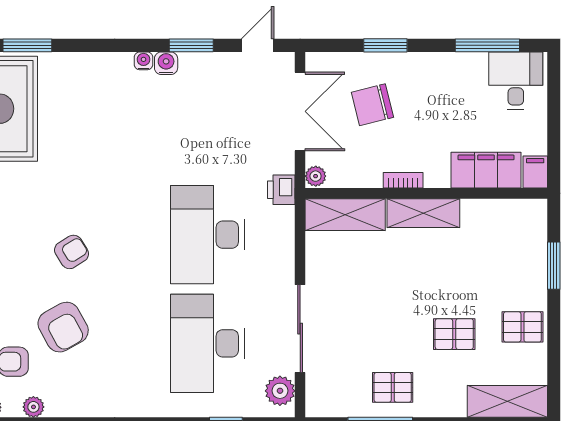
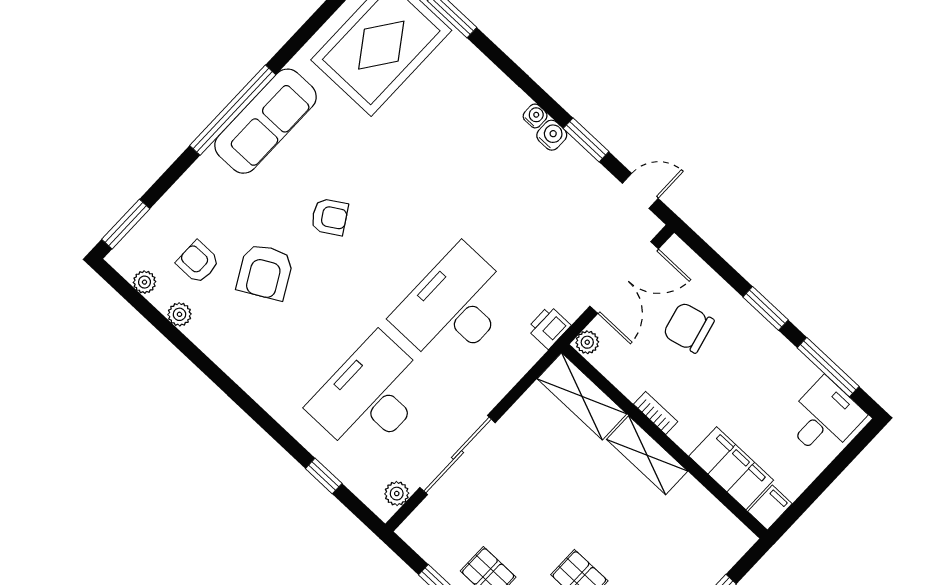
window: (385, 45) -> (766, 308), moved
plant: (280, 391) -> (397, 494), width x0.73, depth x0.73

